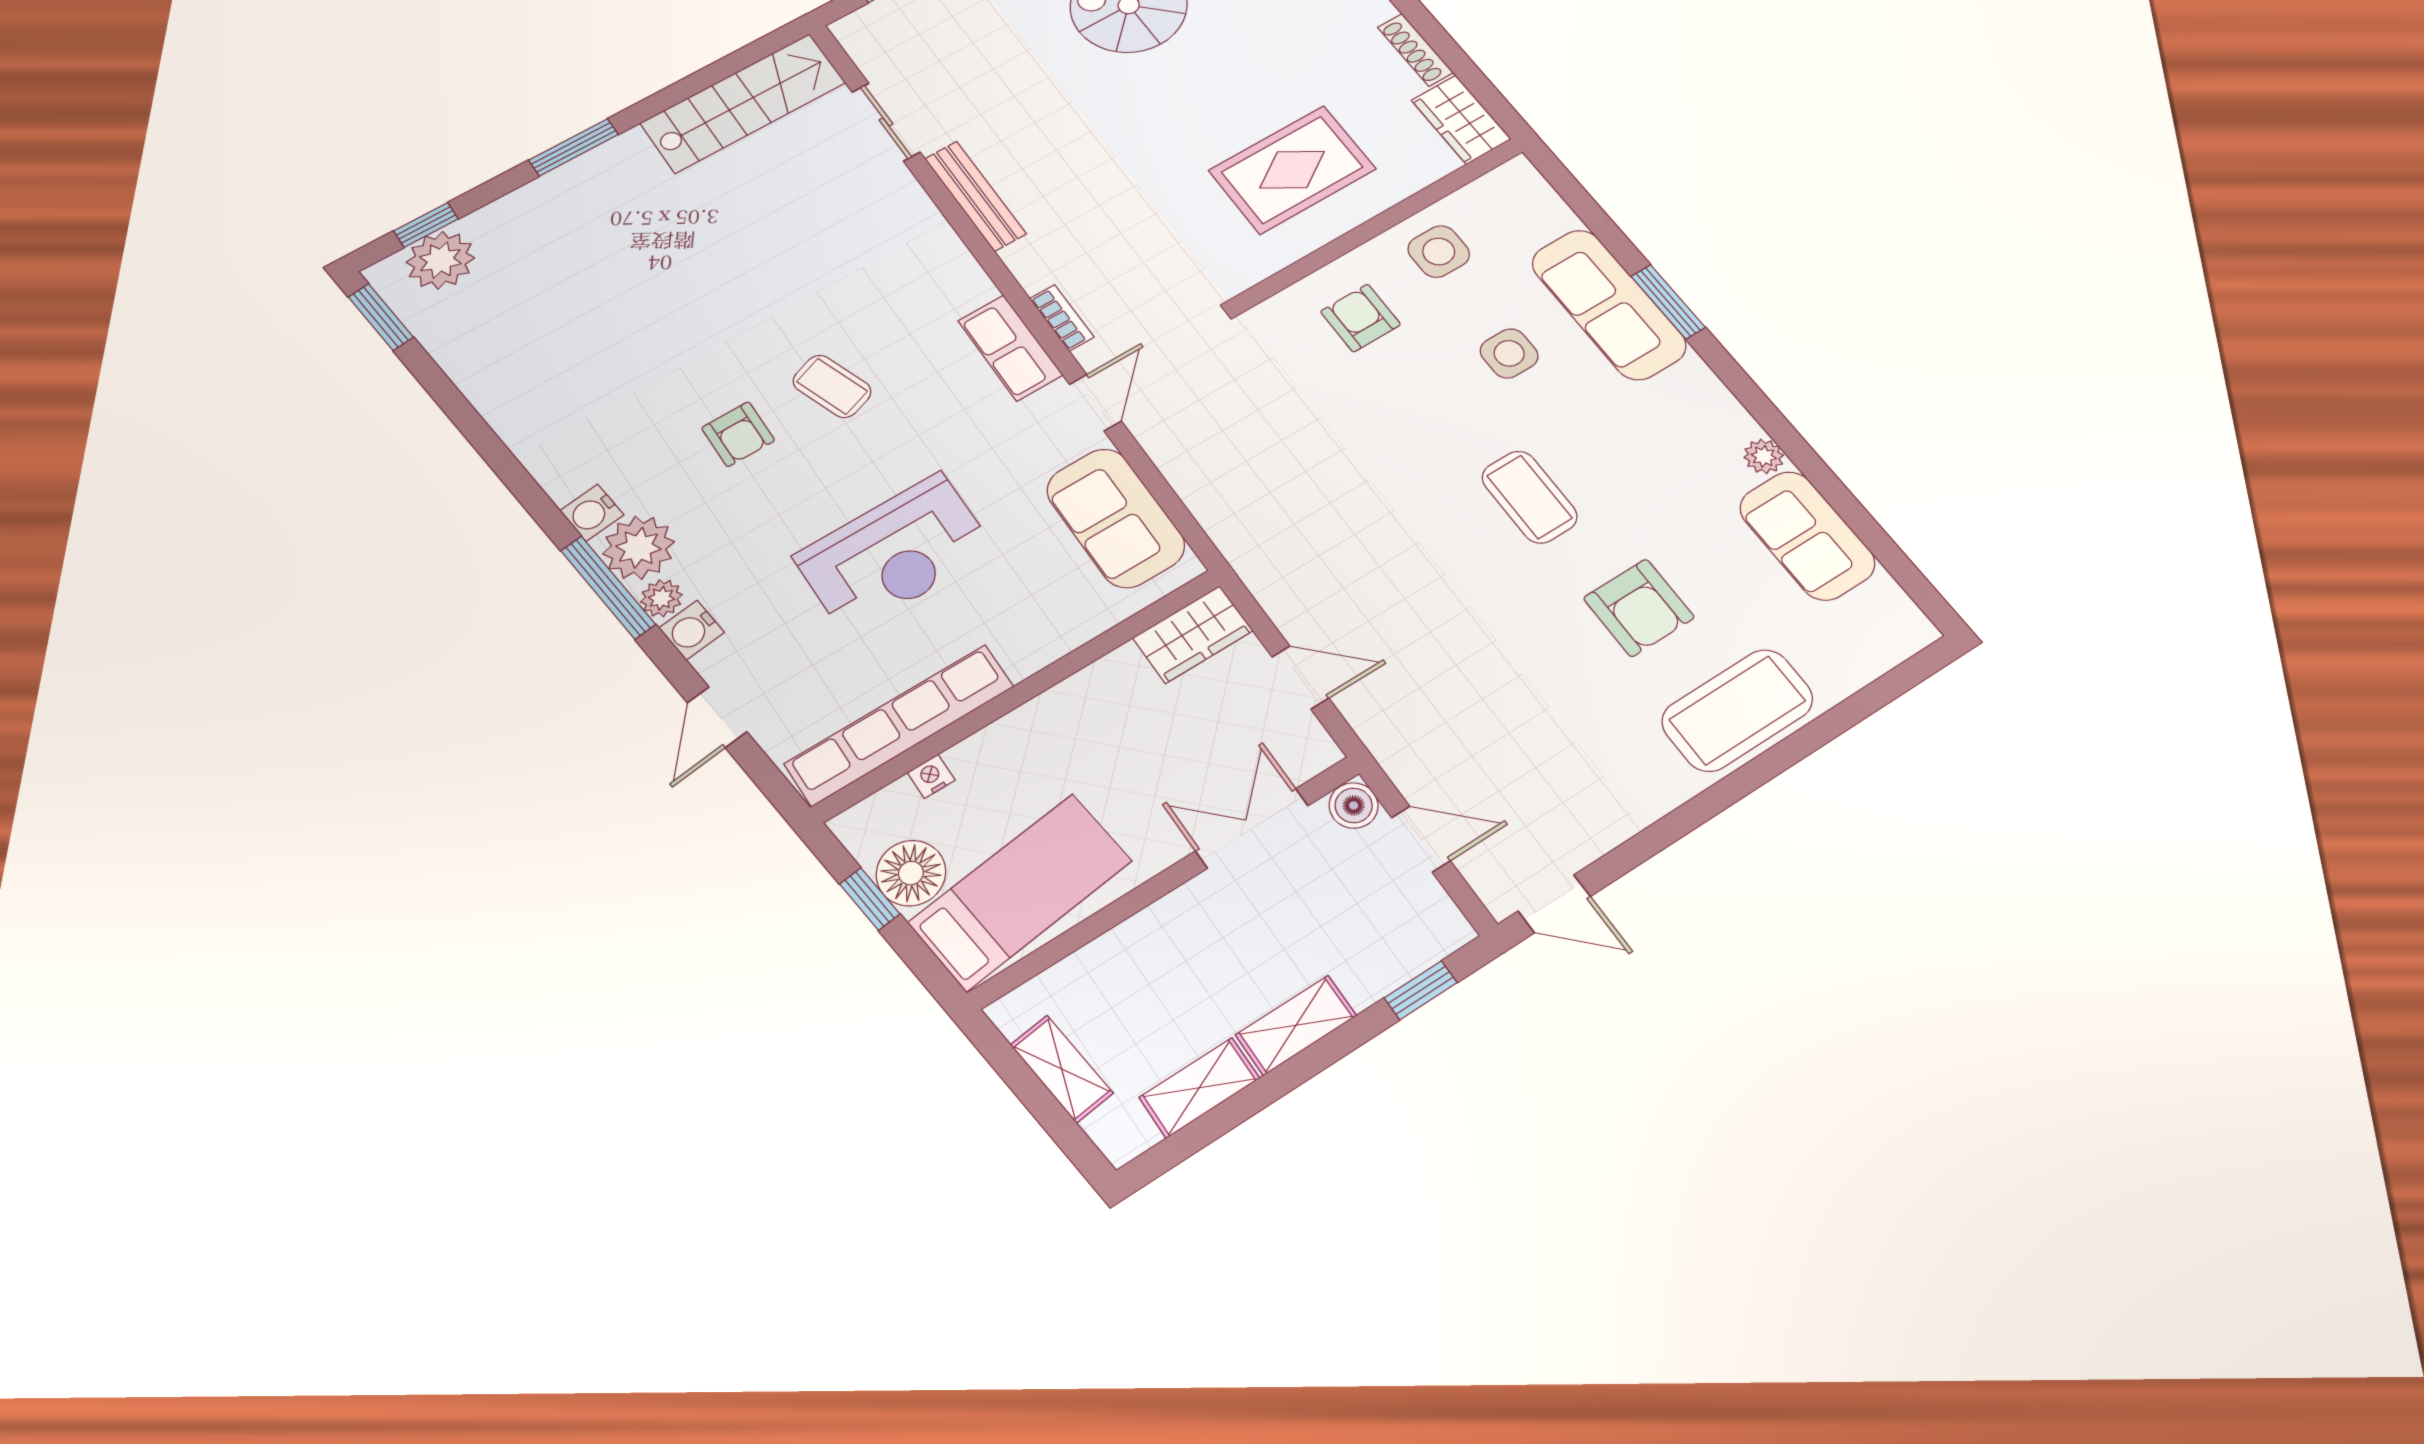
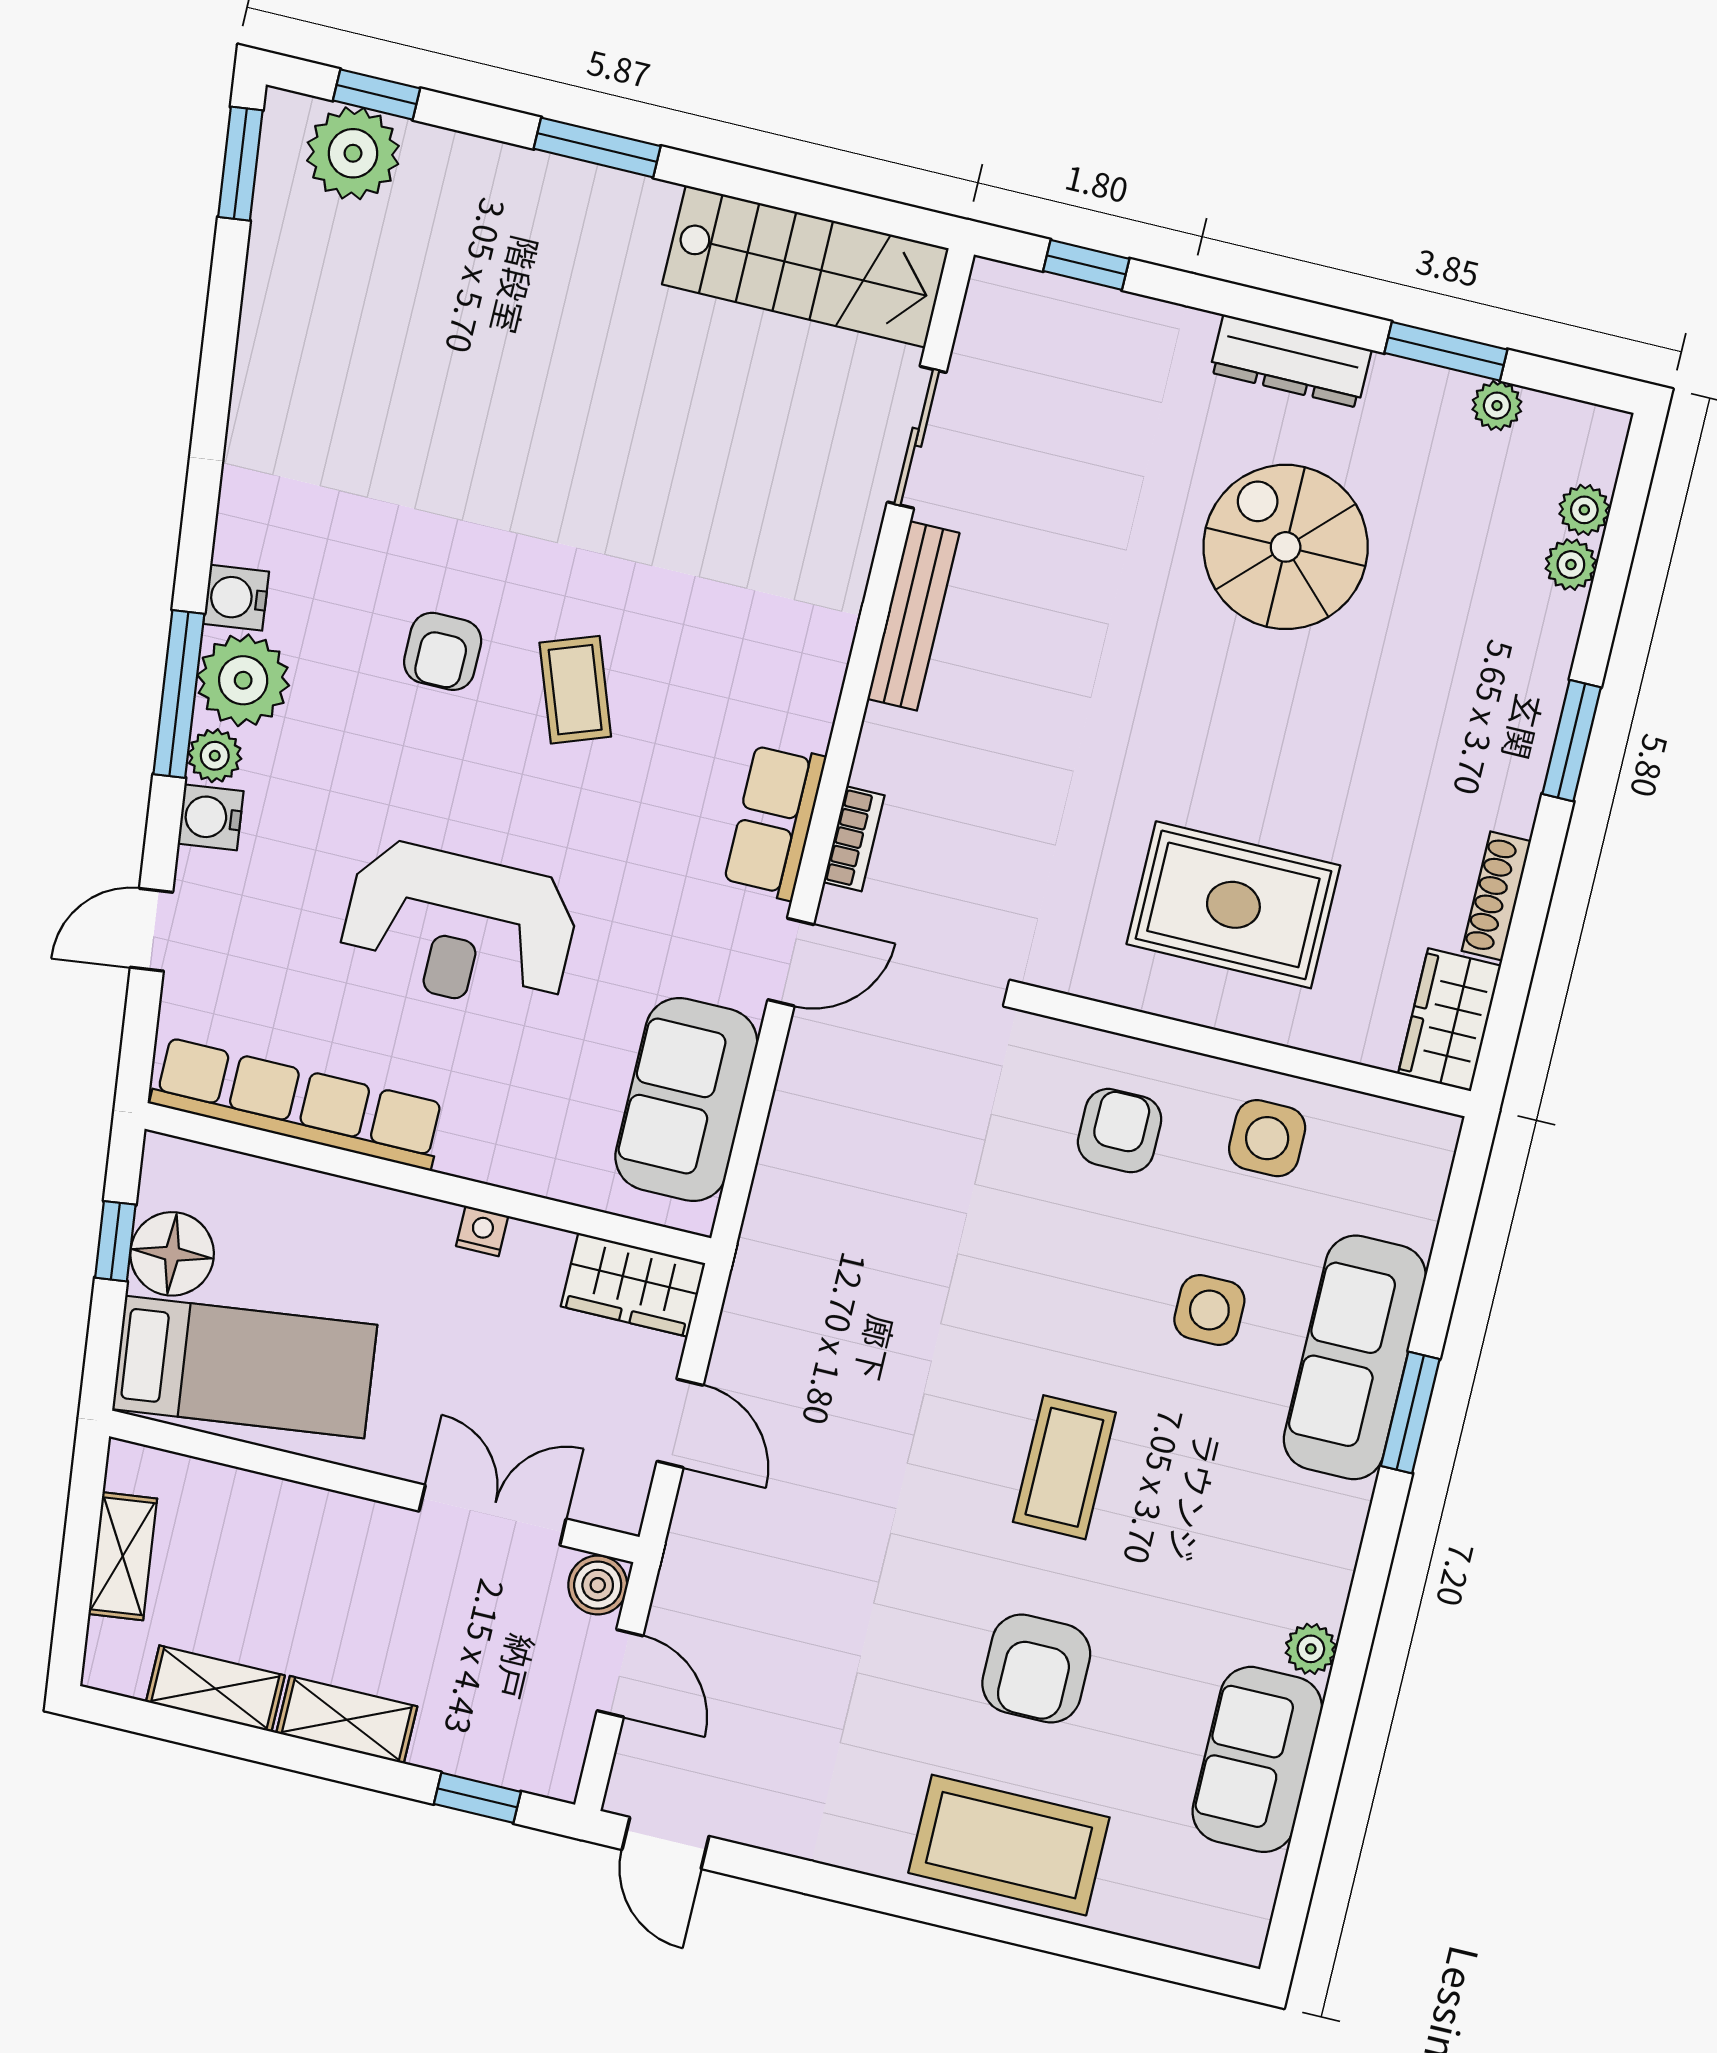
nightstand: (931, 776) -> (482, 1231), moved

